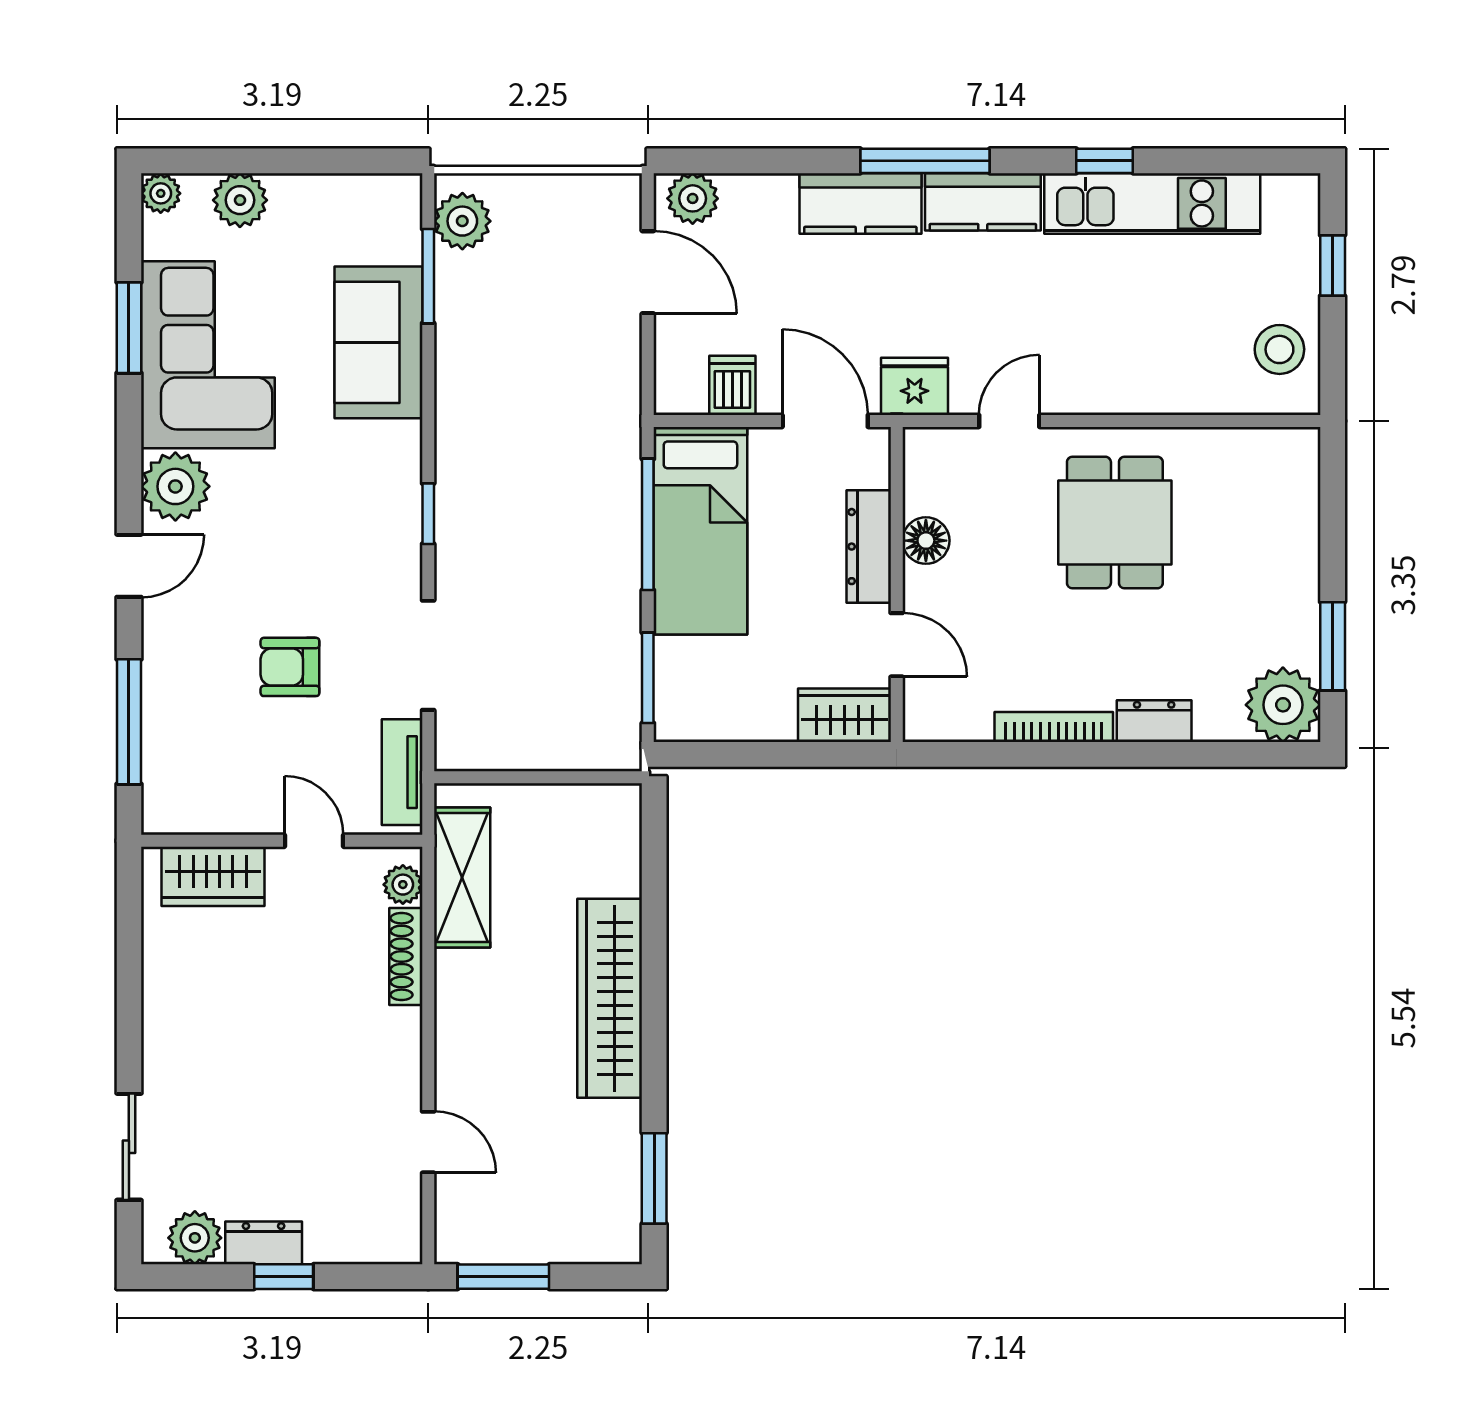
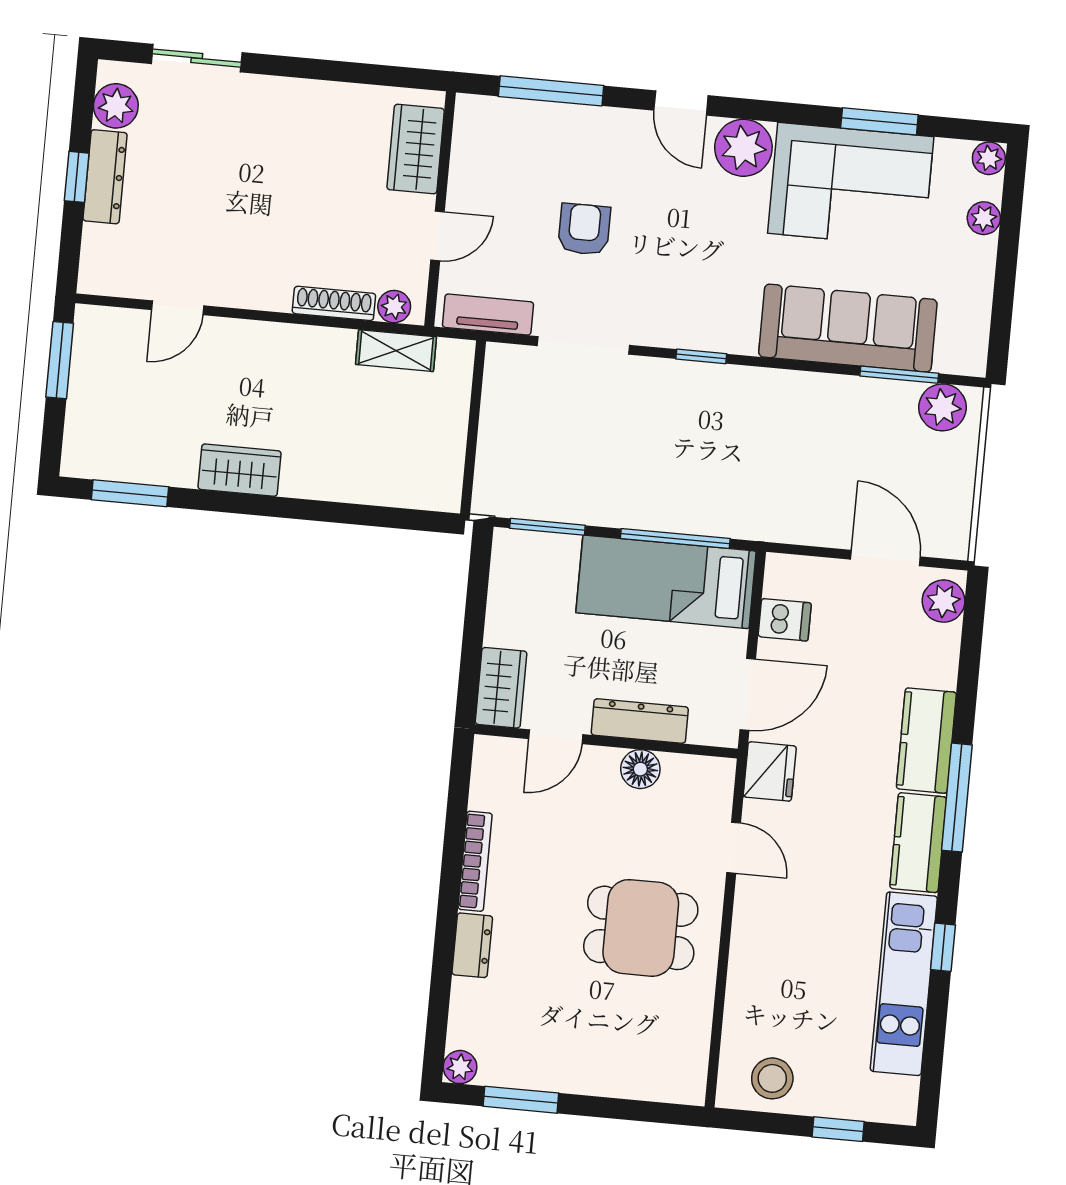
plant: (240, 200) -> (984, 218), width x0.73, depth x0.73
door: (648, 272) -> (885, 558), swing flipped
sofa: (378, 342) -> (848, 328), width x1.36
plant: (1283, 705) -> (460, 1067), width x0.53, depth x0.53
shelving: (462, 877) -> (396, 351), width x0.67, depth x0.75
wardrobe: (610, 998) -> (240, 470), width x0.48, depth x0.85
dresser: (264, 1243) -> (105, 177), width x1.44

